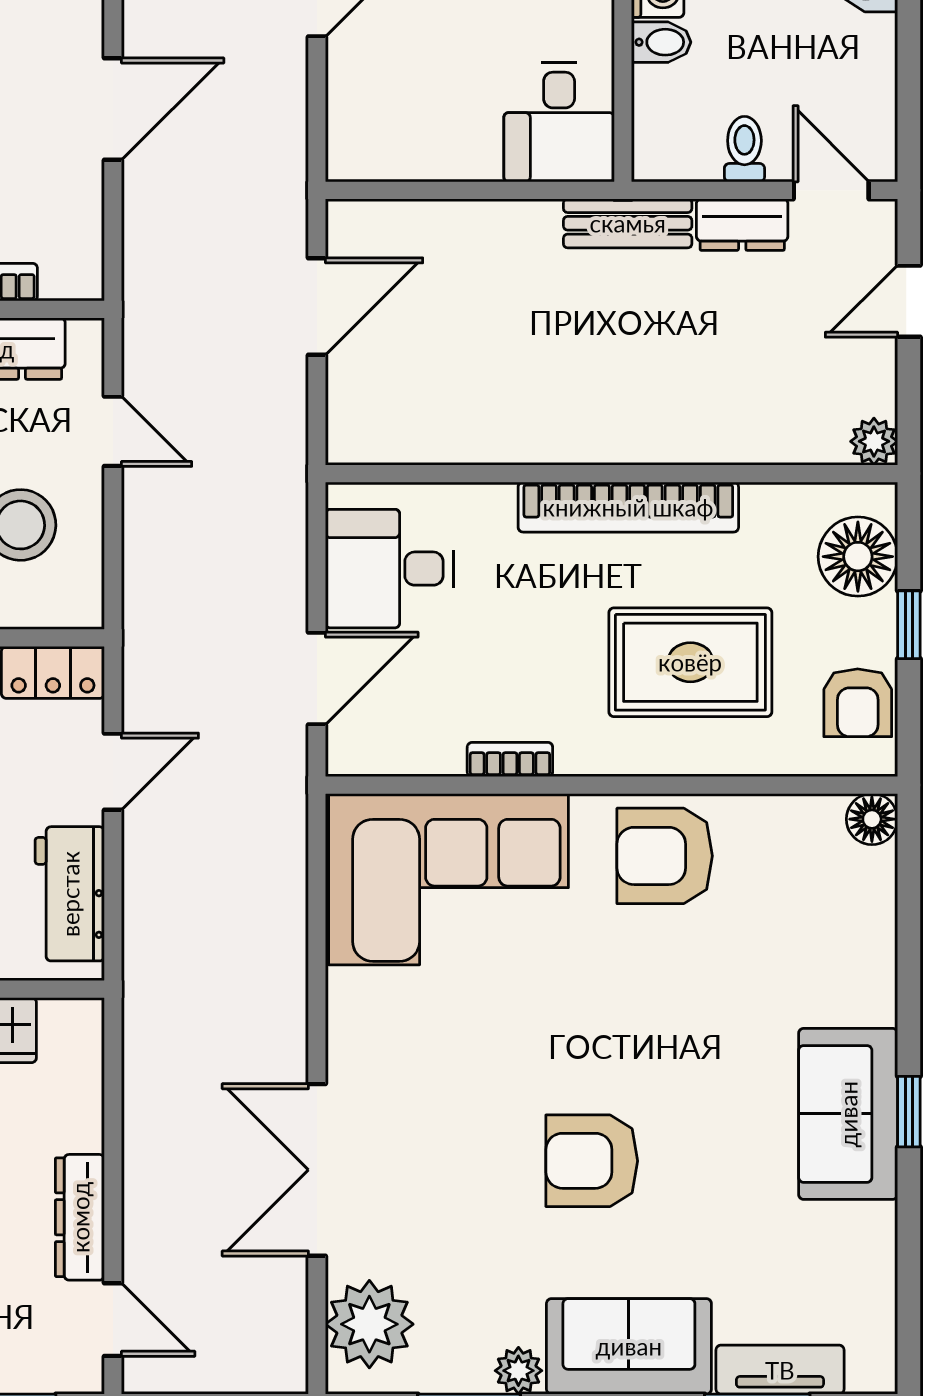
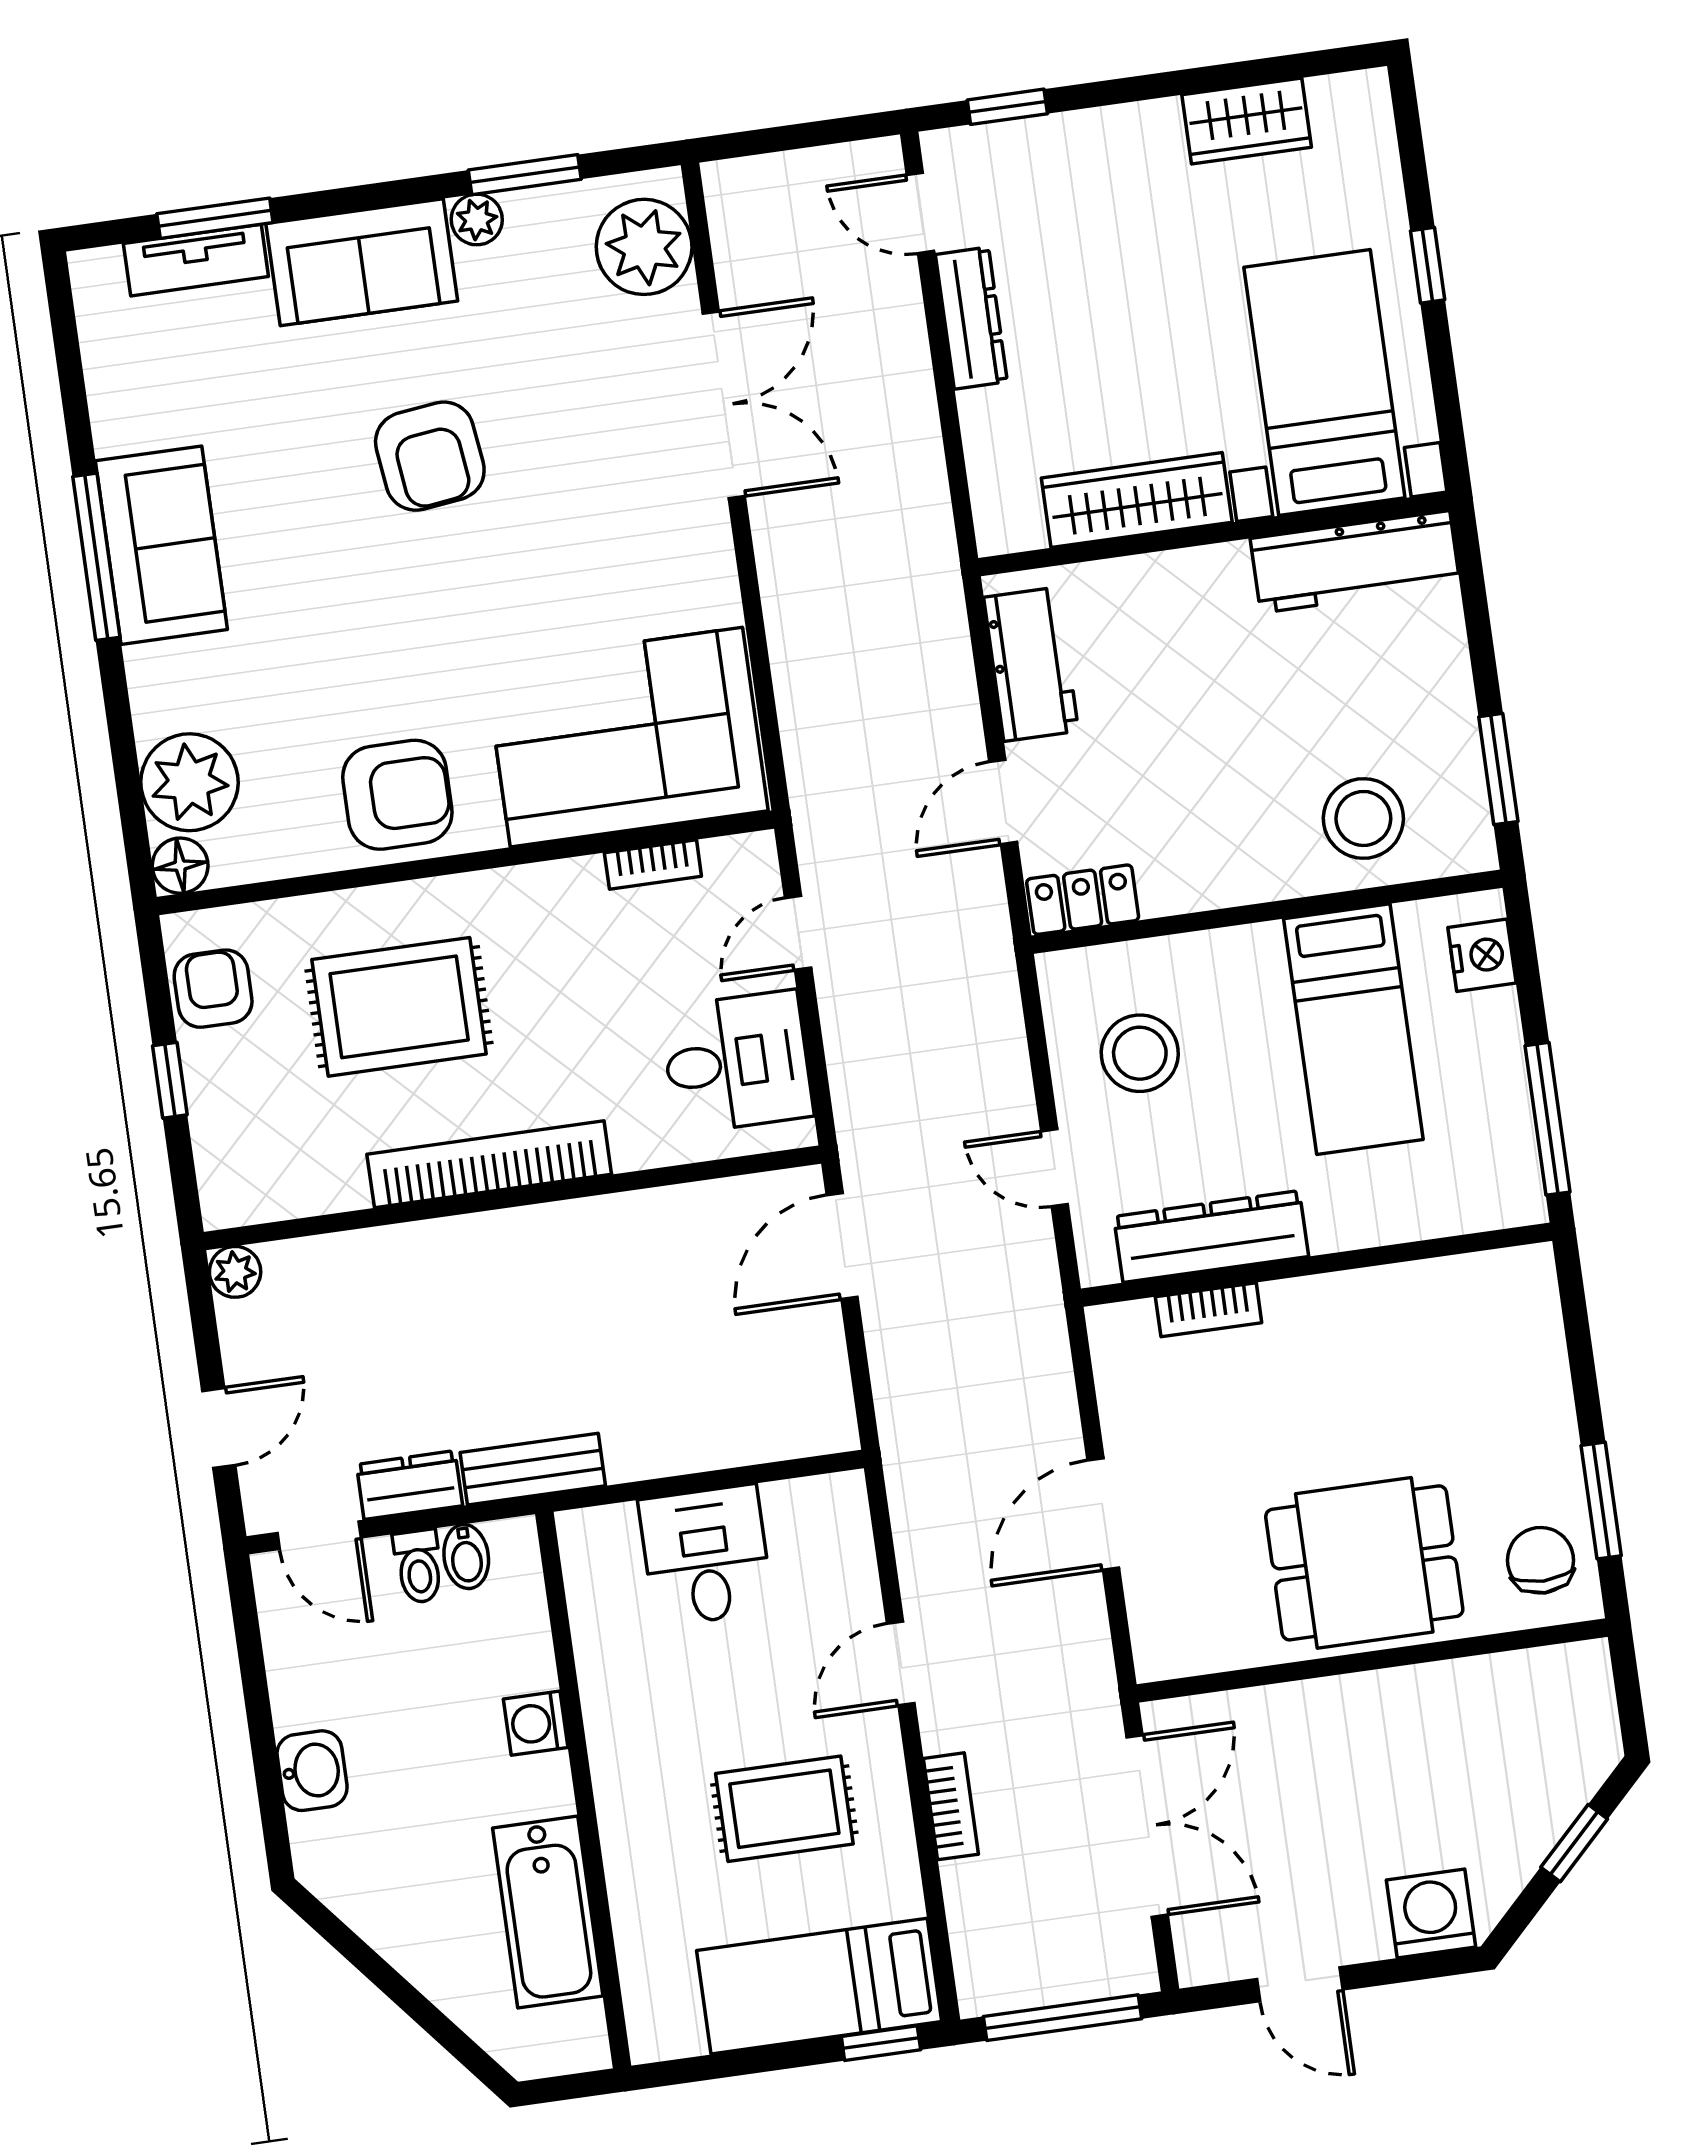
bidet: (661, 42) -> (466, 1557), moved, turned -90
desk: (559, 122) -> (706, 1556), moved
door: (317, 306) -> (842, 1246), moved
floor lamp: (858, 557) -> (235, 1146), removed
door: (317, 678) -> (798, 933), width x0.73
bookcase: (510, 760) -> (653, 865), moved
plant: (853, 894) -> (189, 782), added
window: (909, 1112) -> (96, 557), width x2.17
armchair: (592, 1161) -> (430, 456), turned 83

